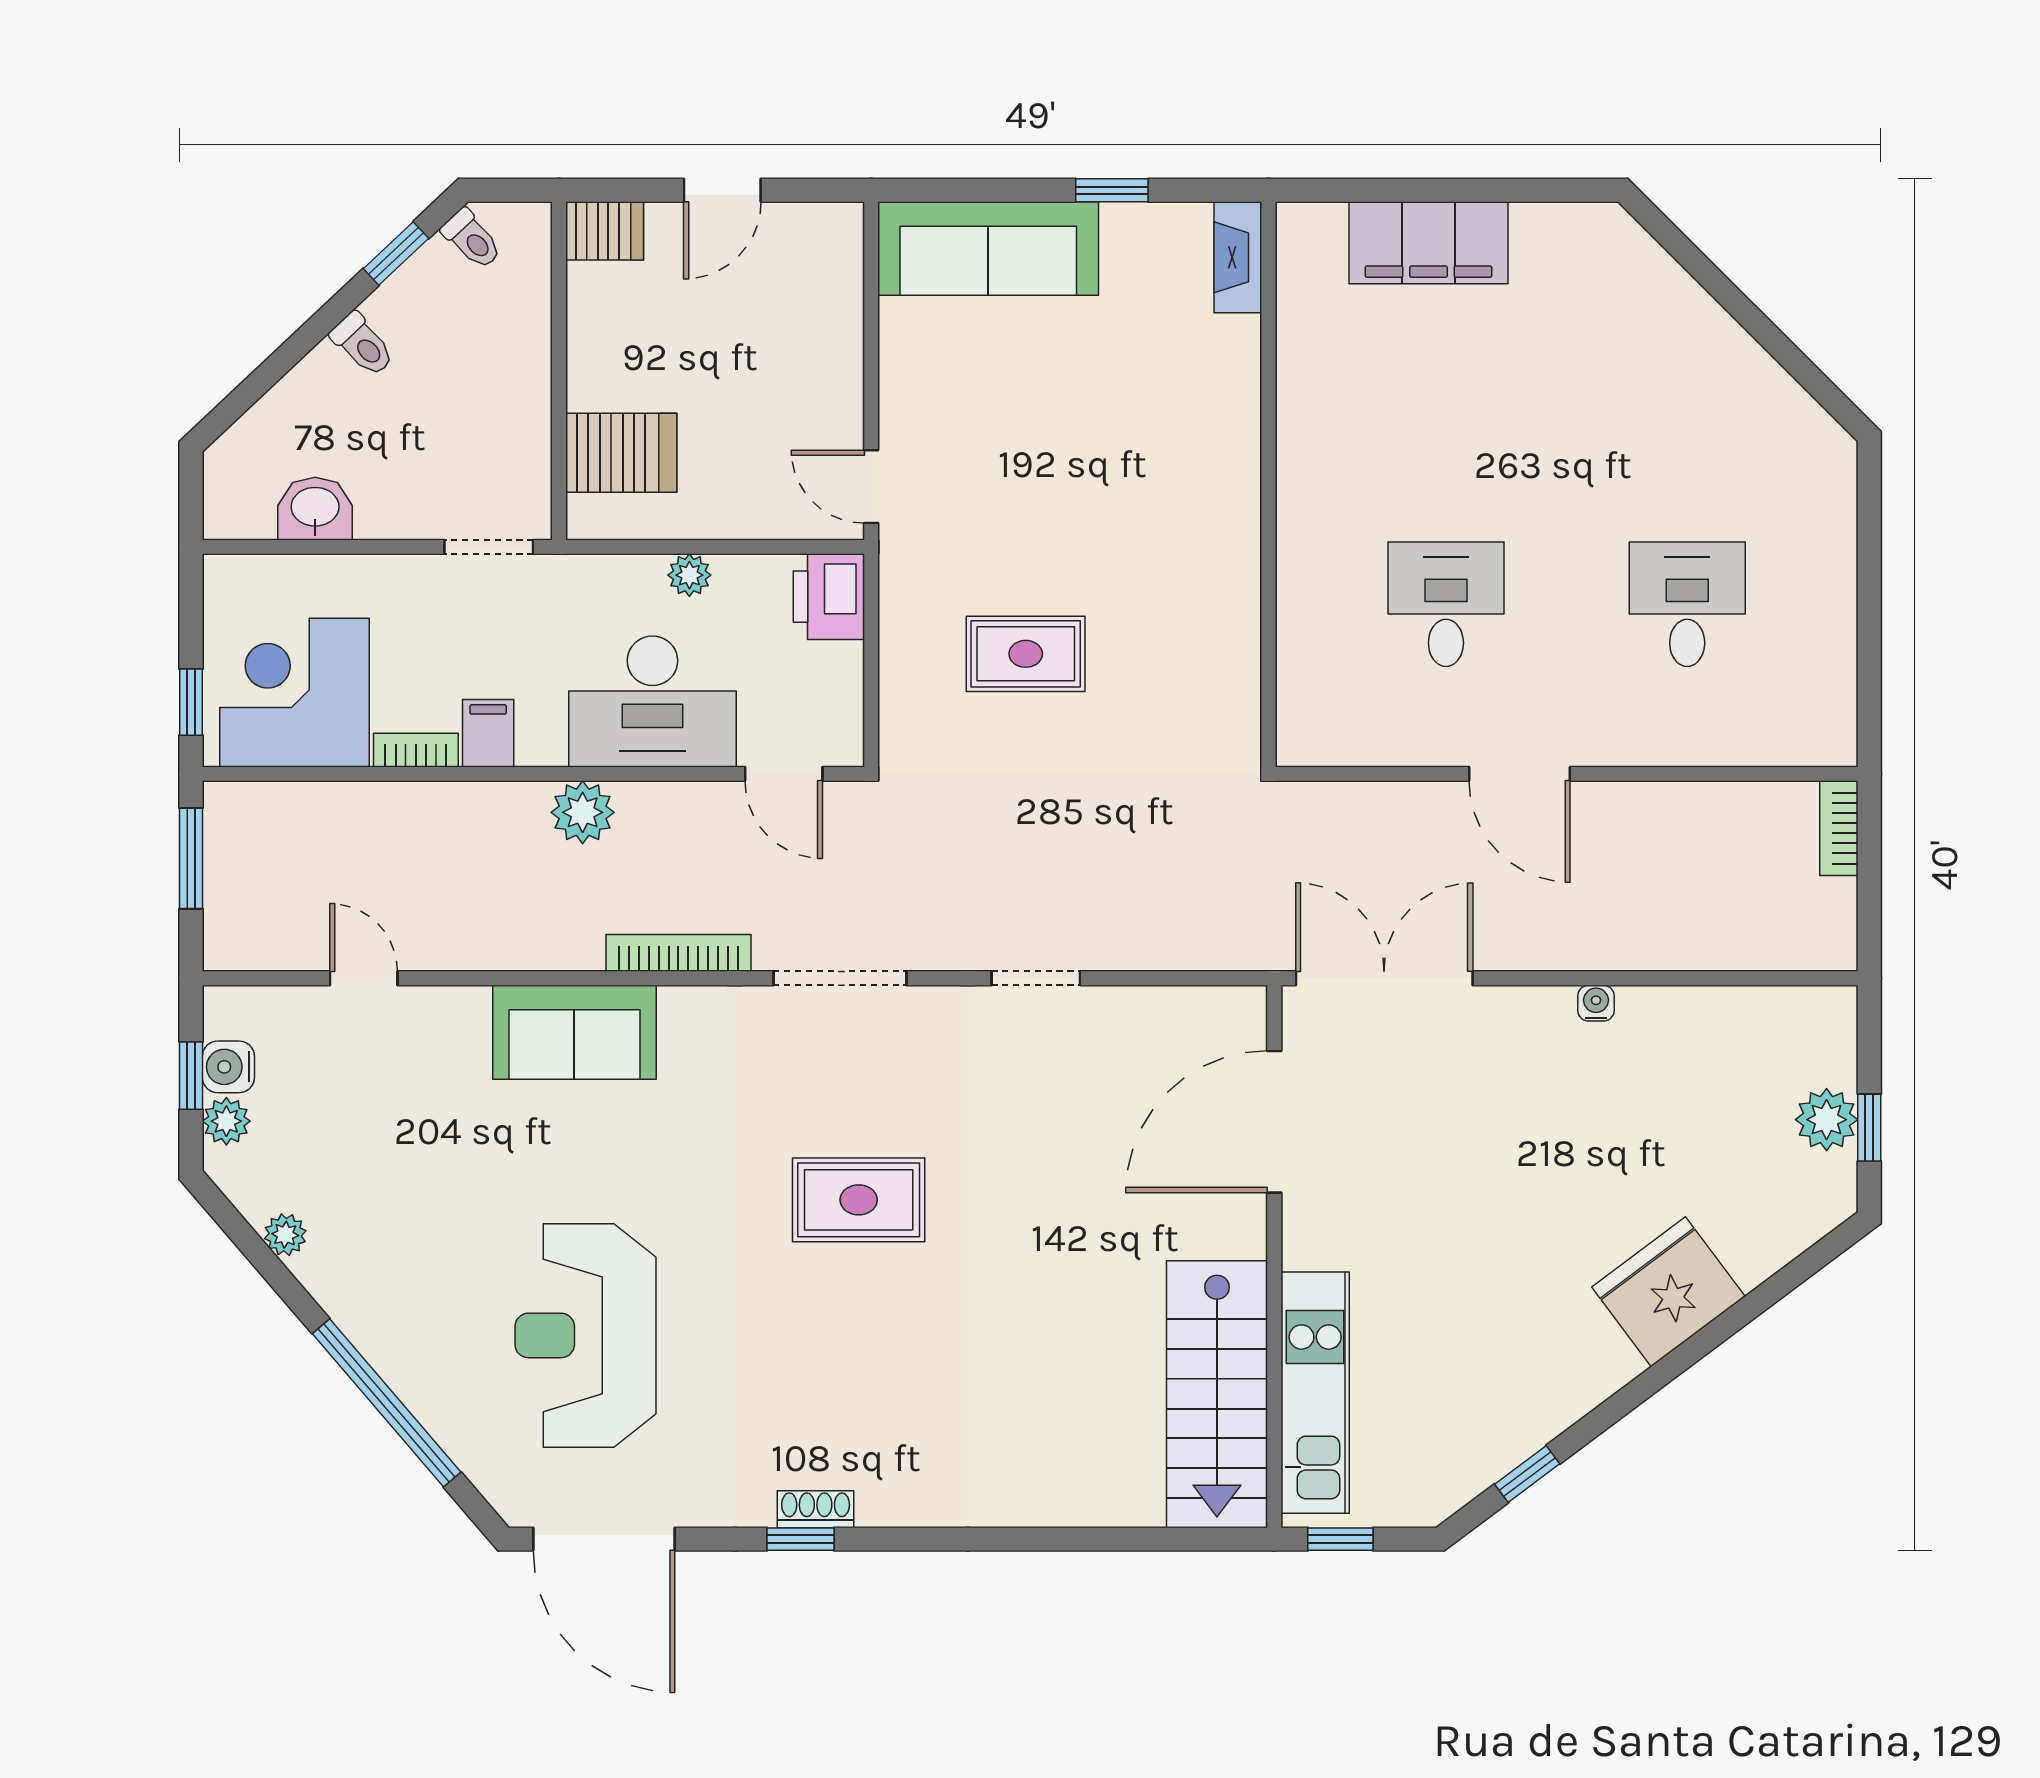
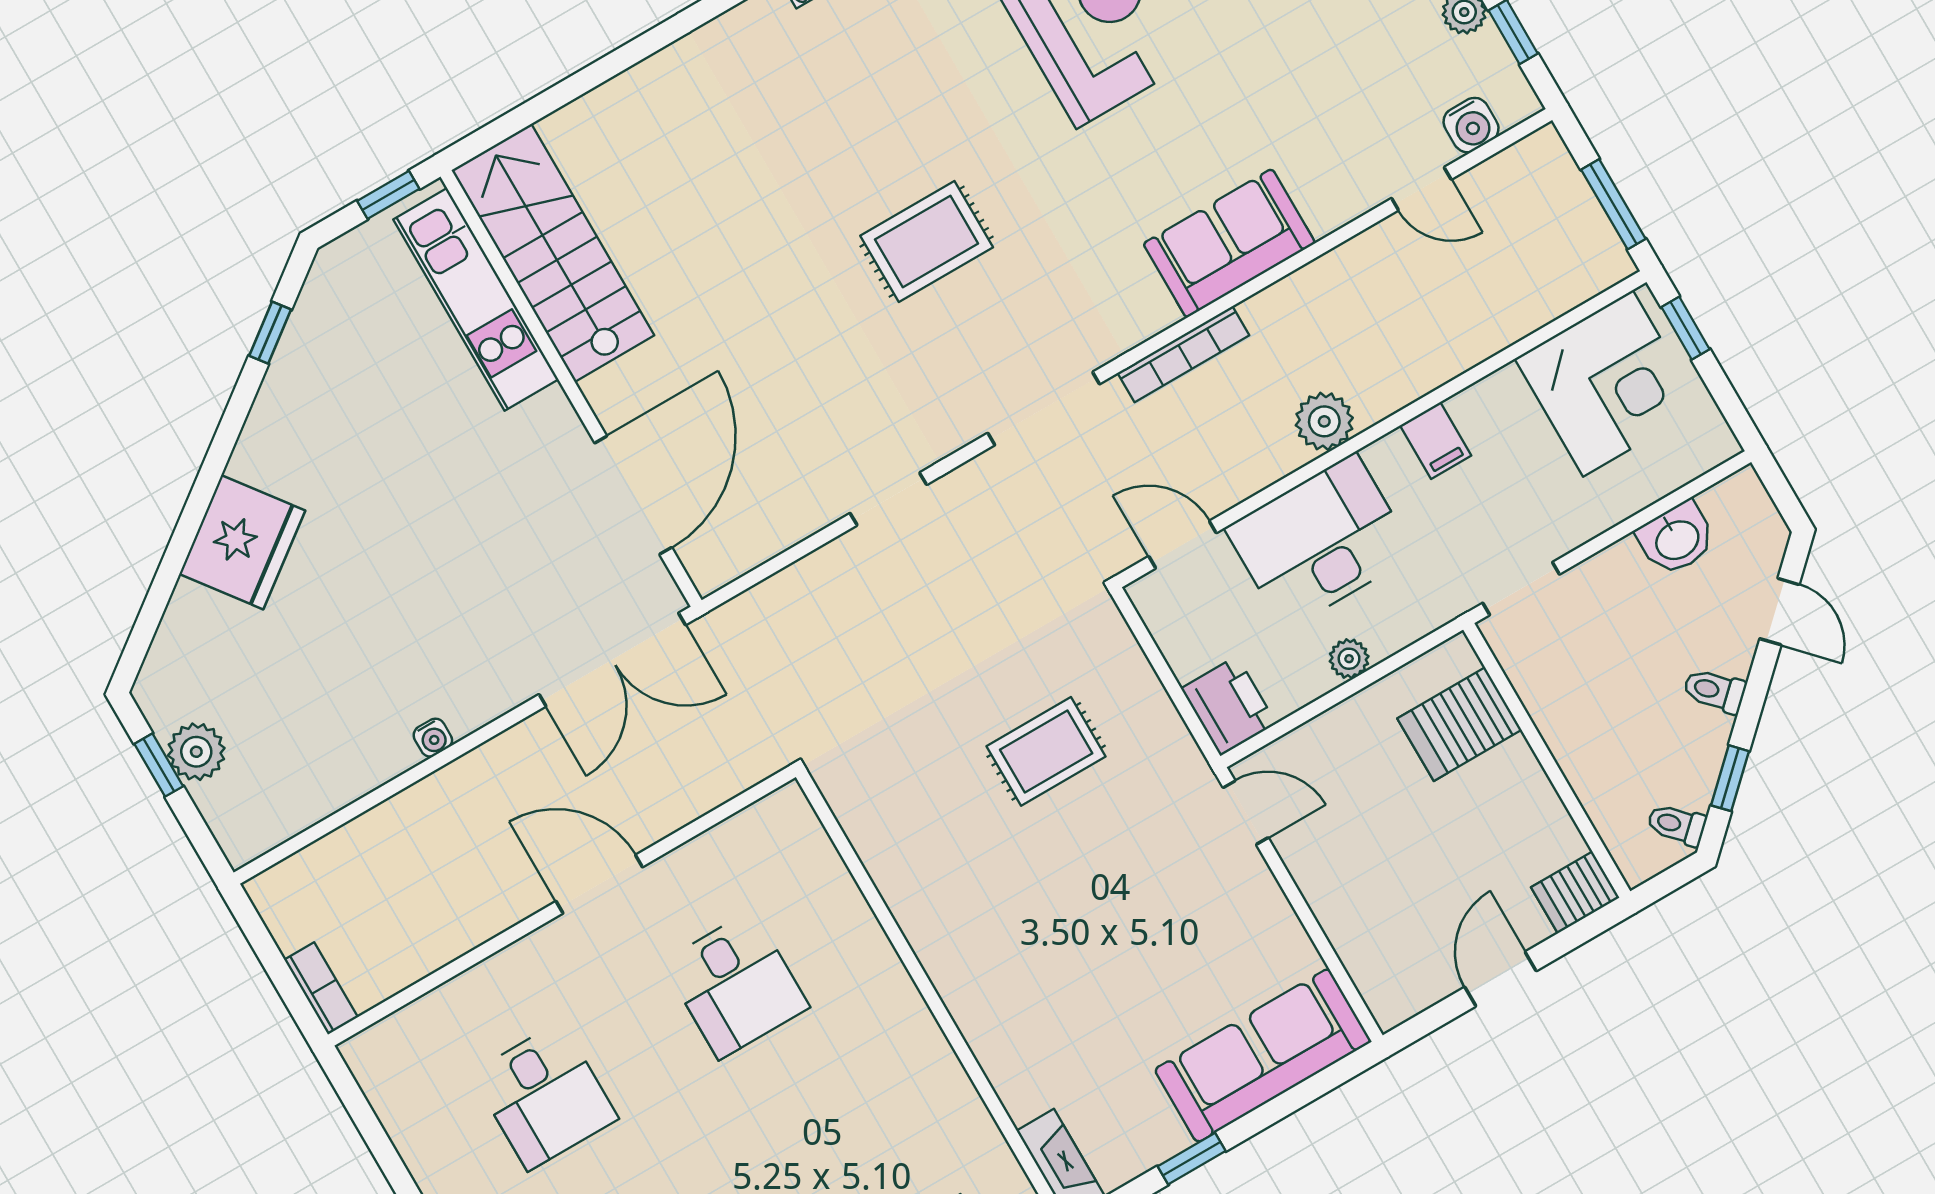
door: (258, 384) -> (1779, 612), added
bookcase: (416, 750) -> (1485, 394), removed
water cooler: (228, 1067) -> (1471, 125), moved, turned 90

